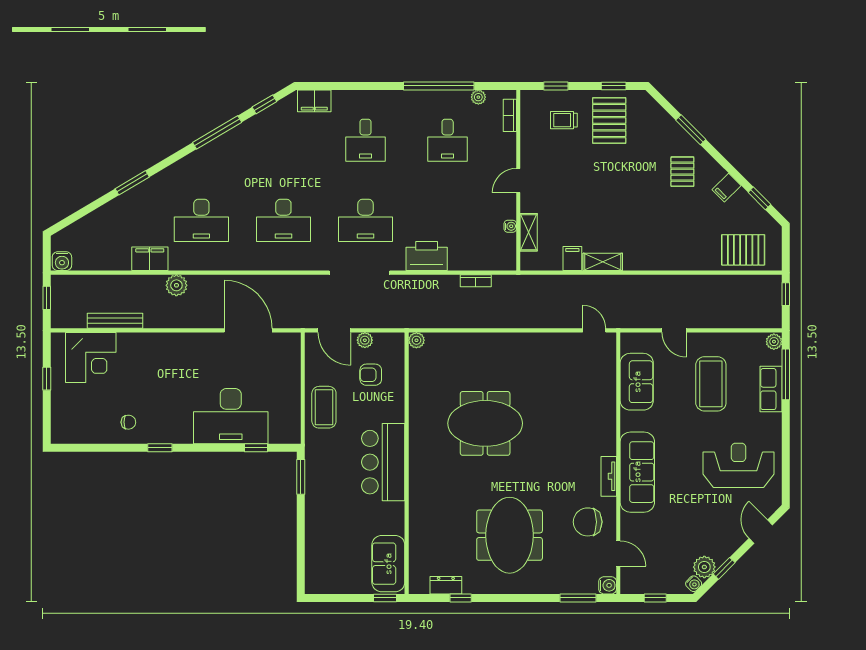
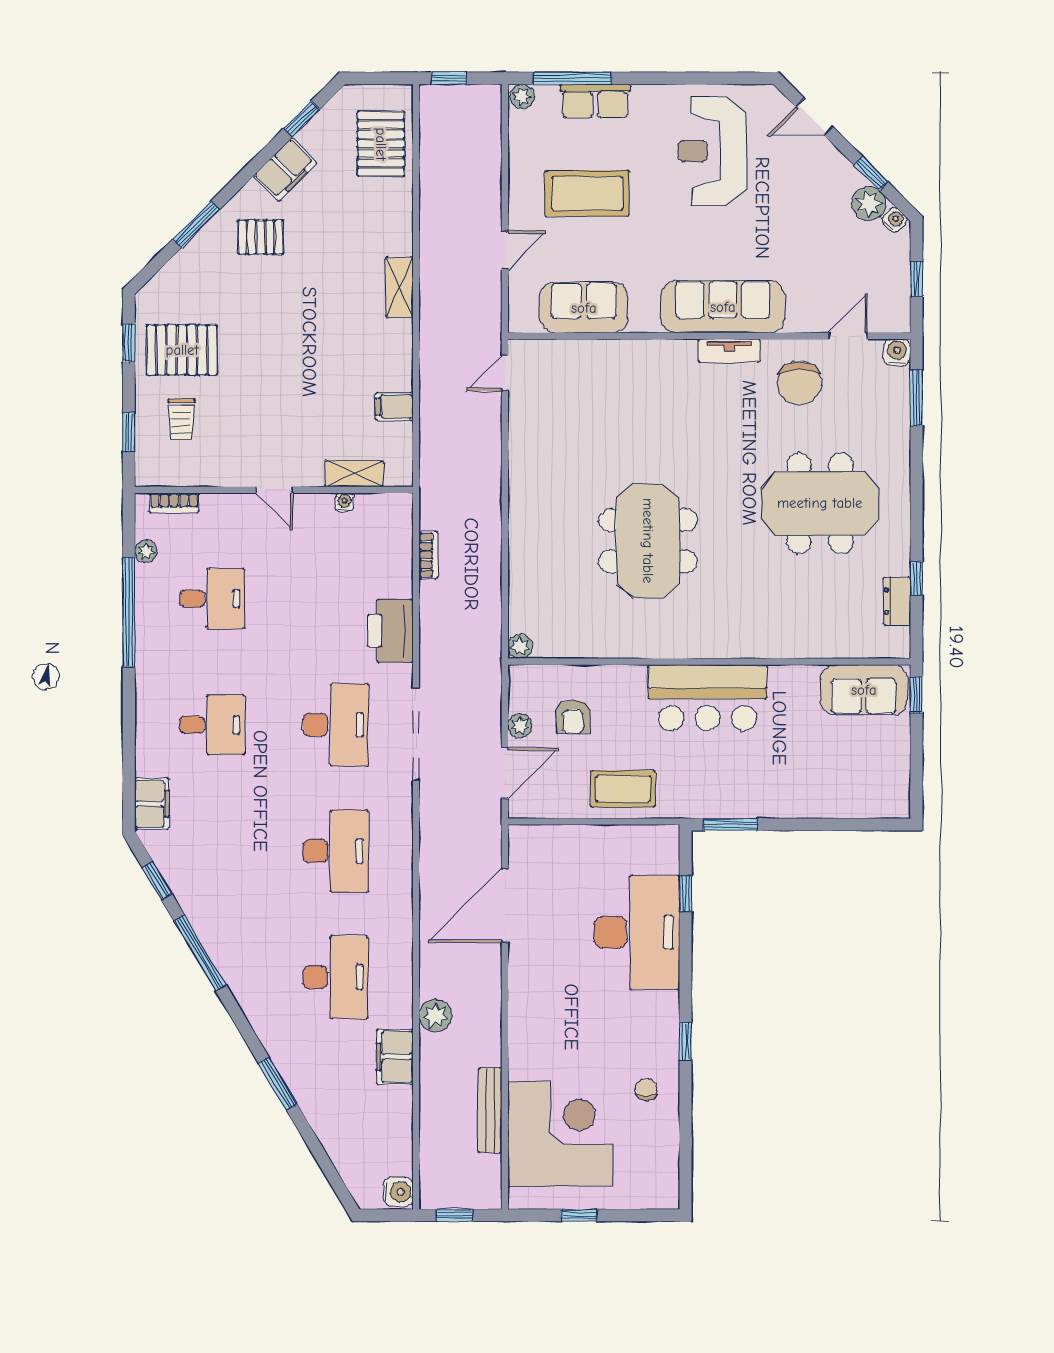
filing cabinet: (727, 188) -> (285, 169), width x2.00
shelving: (603, 262) -> (399, 287), moved
corner desk: (91, 357) -> (560, 1134), width x1.36, depth x1.36

